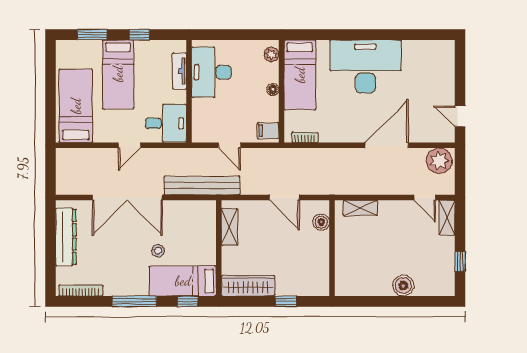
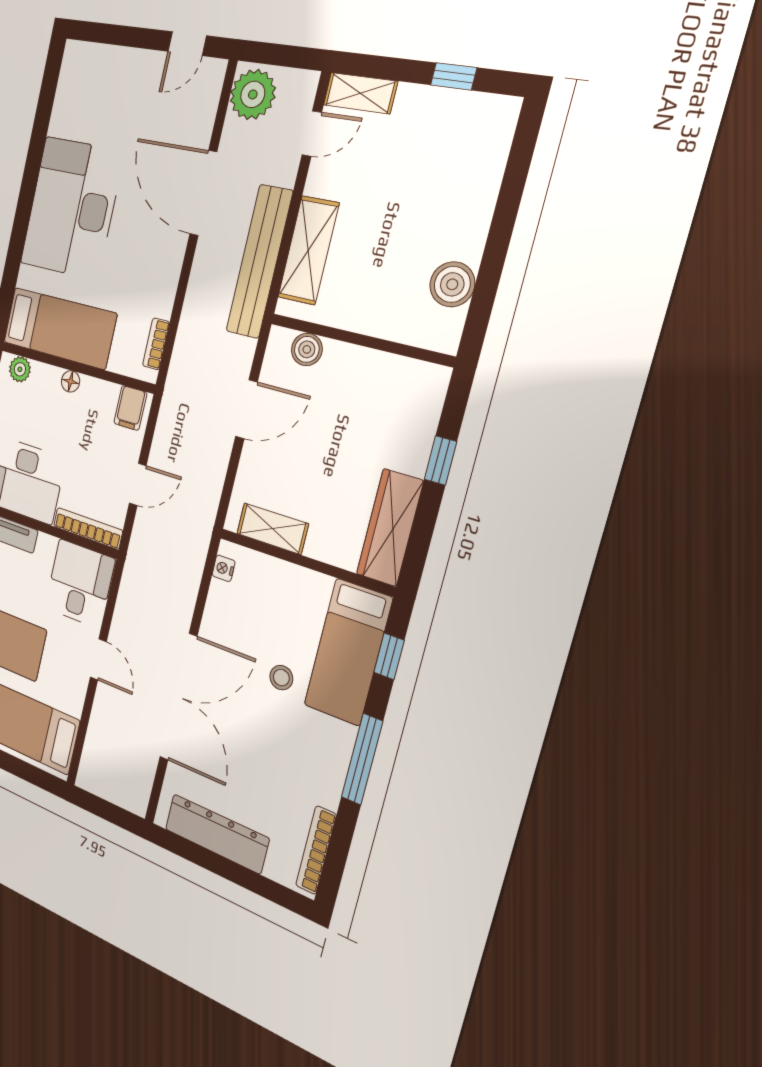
bookcase: (197, 121) -> (88, 528), added
bench: (202, 186) -> (259, 262), moved
nightstand: (202, 206) -> (224, 568), added
shelving: (360, 208) -> (308, 250), width x1.50, depth x1.33
boiler: (403, 286) -> (452, 284), moved

